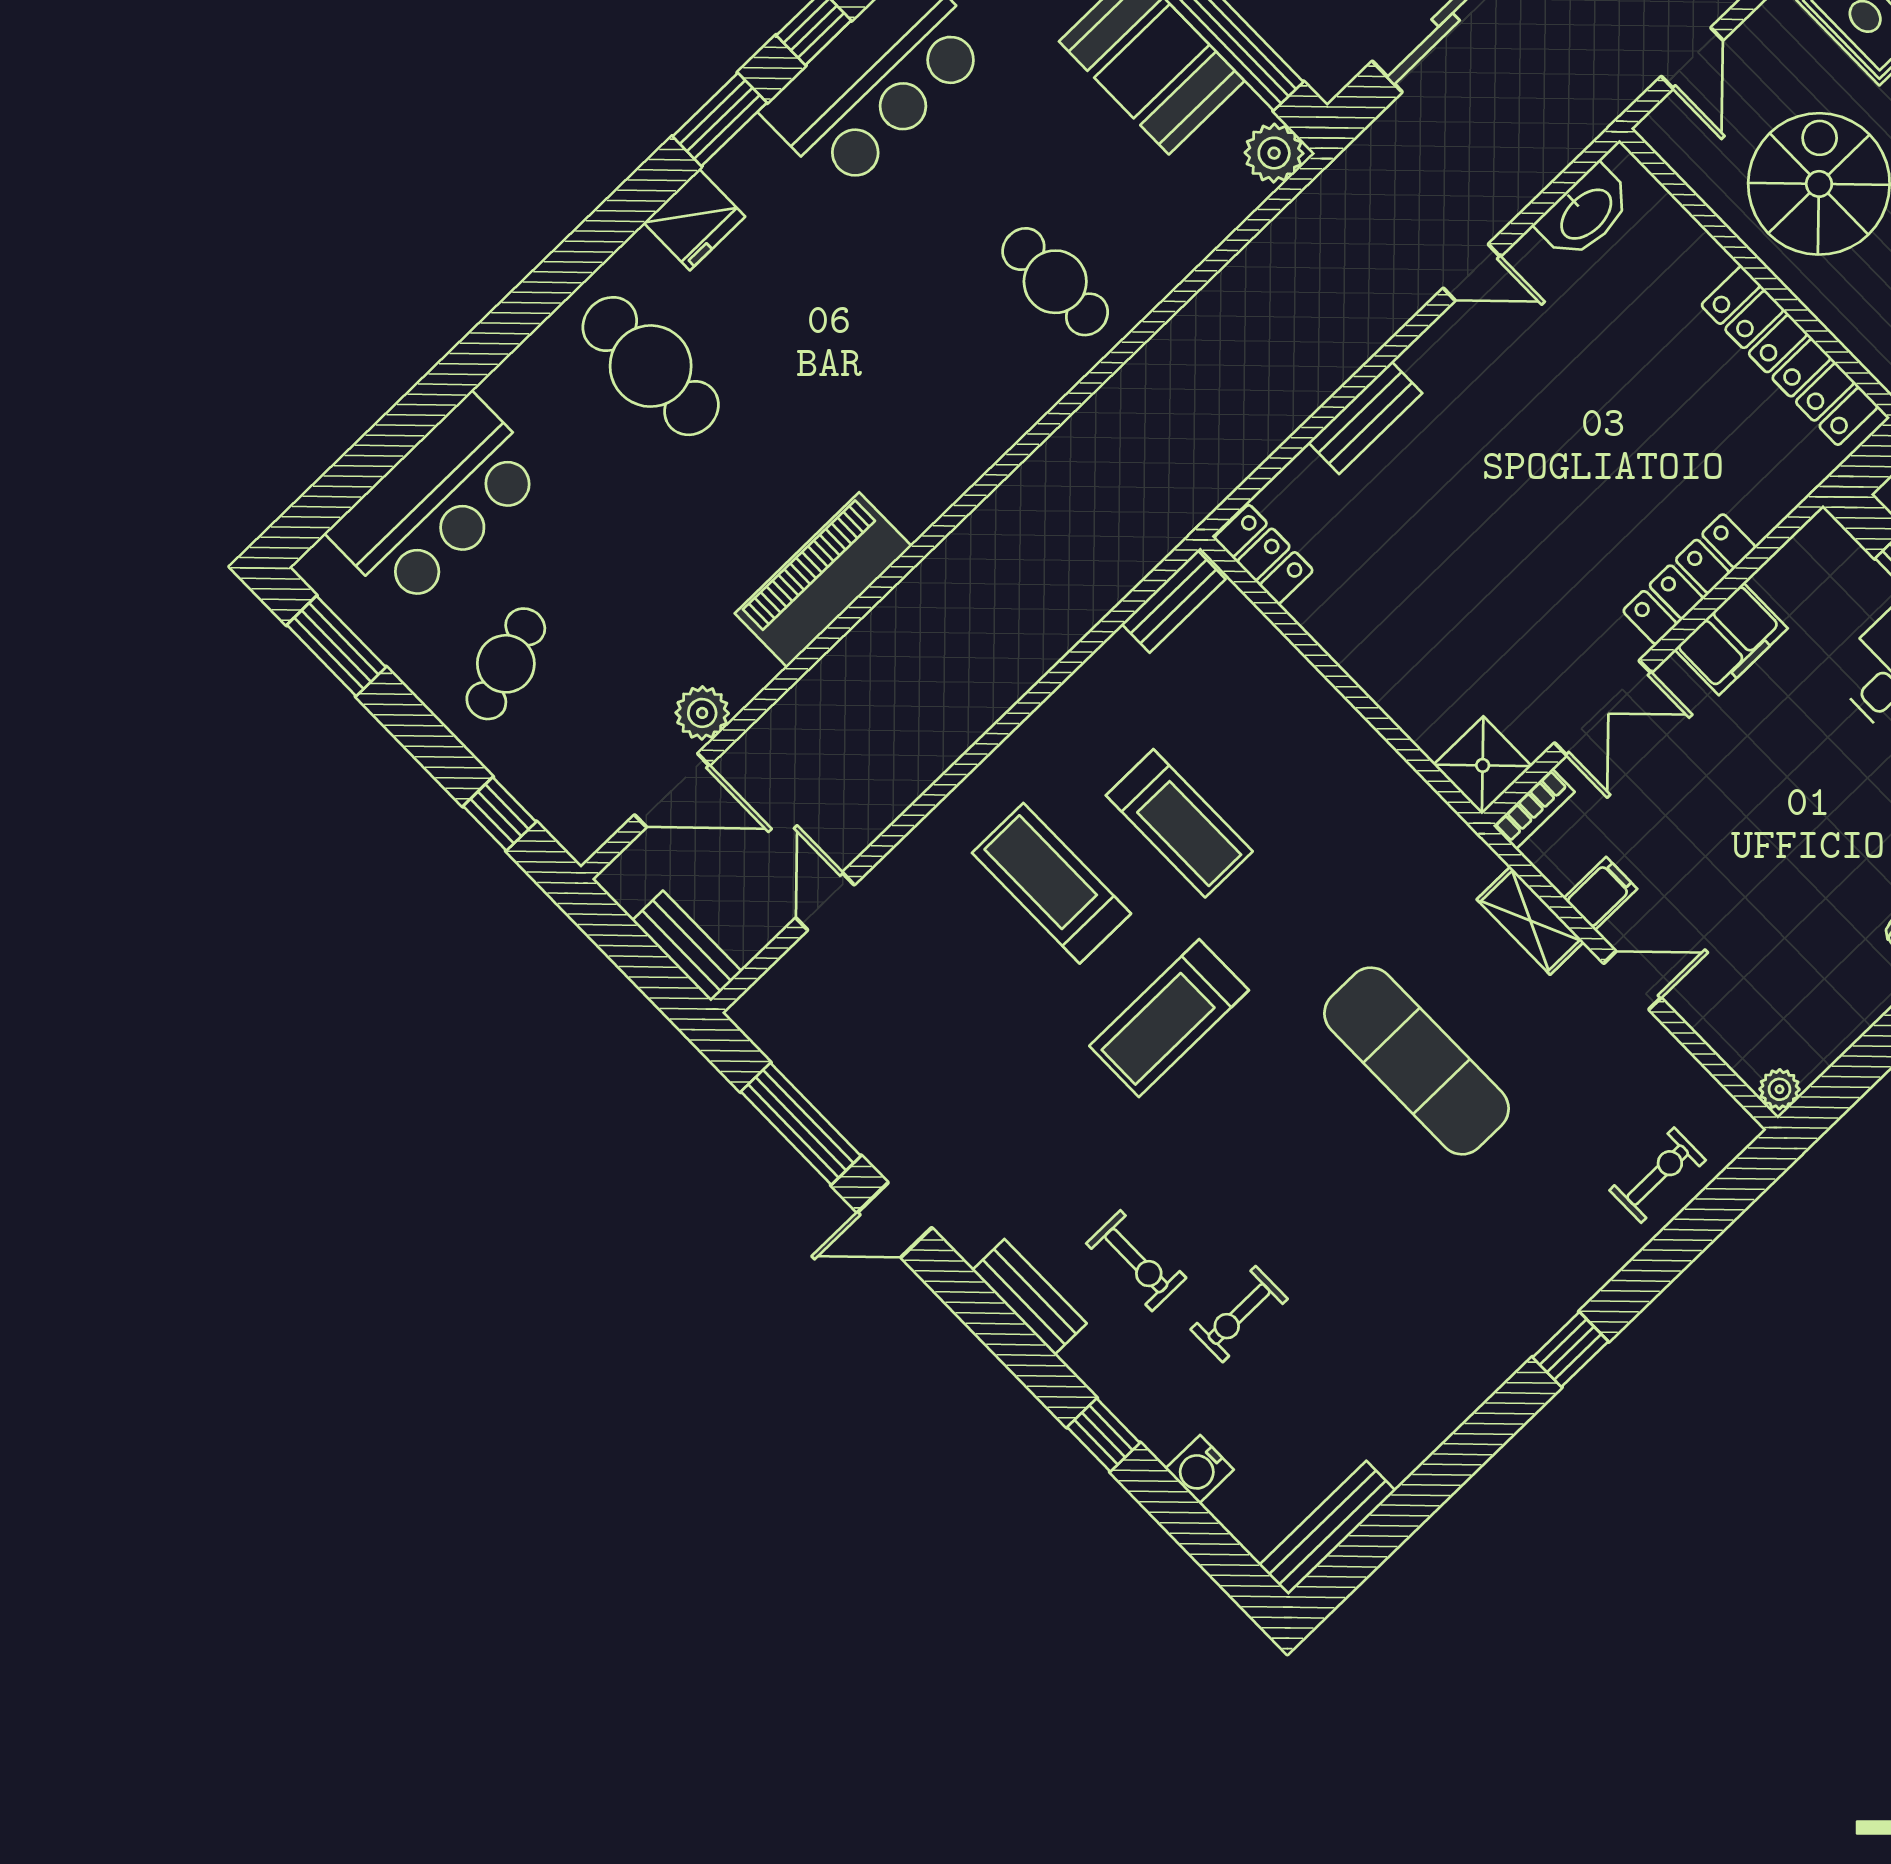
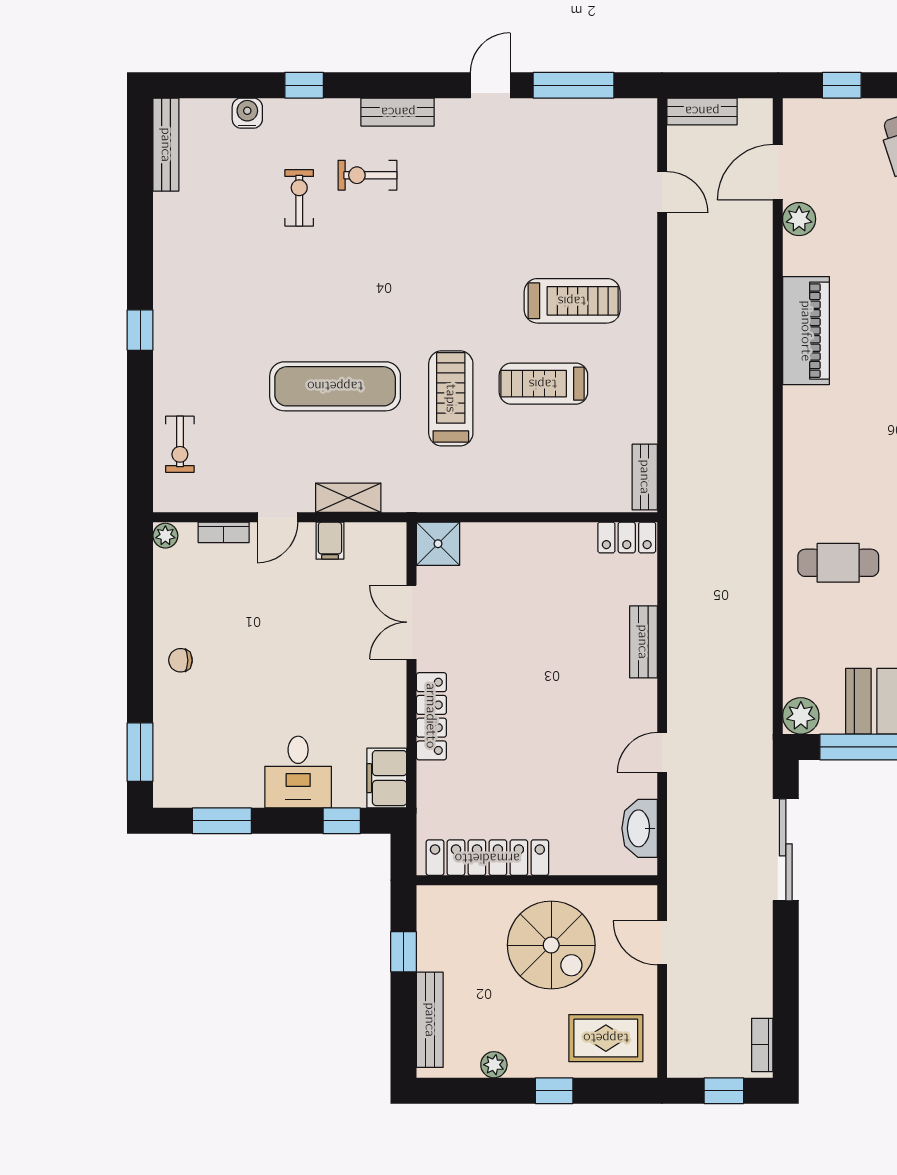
filing cabinet: (1731, 639) -> (387, 778), moved
bookcase: (1534, 809) -> (224, 532), moved, turned -90
treadmill: (1169, 1018) -> (451, 398), moved

